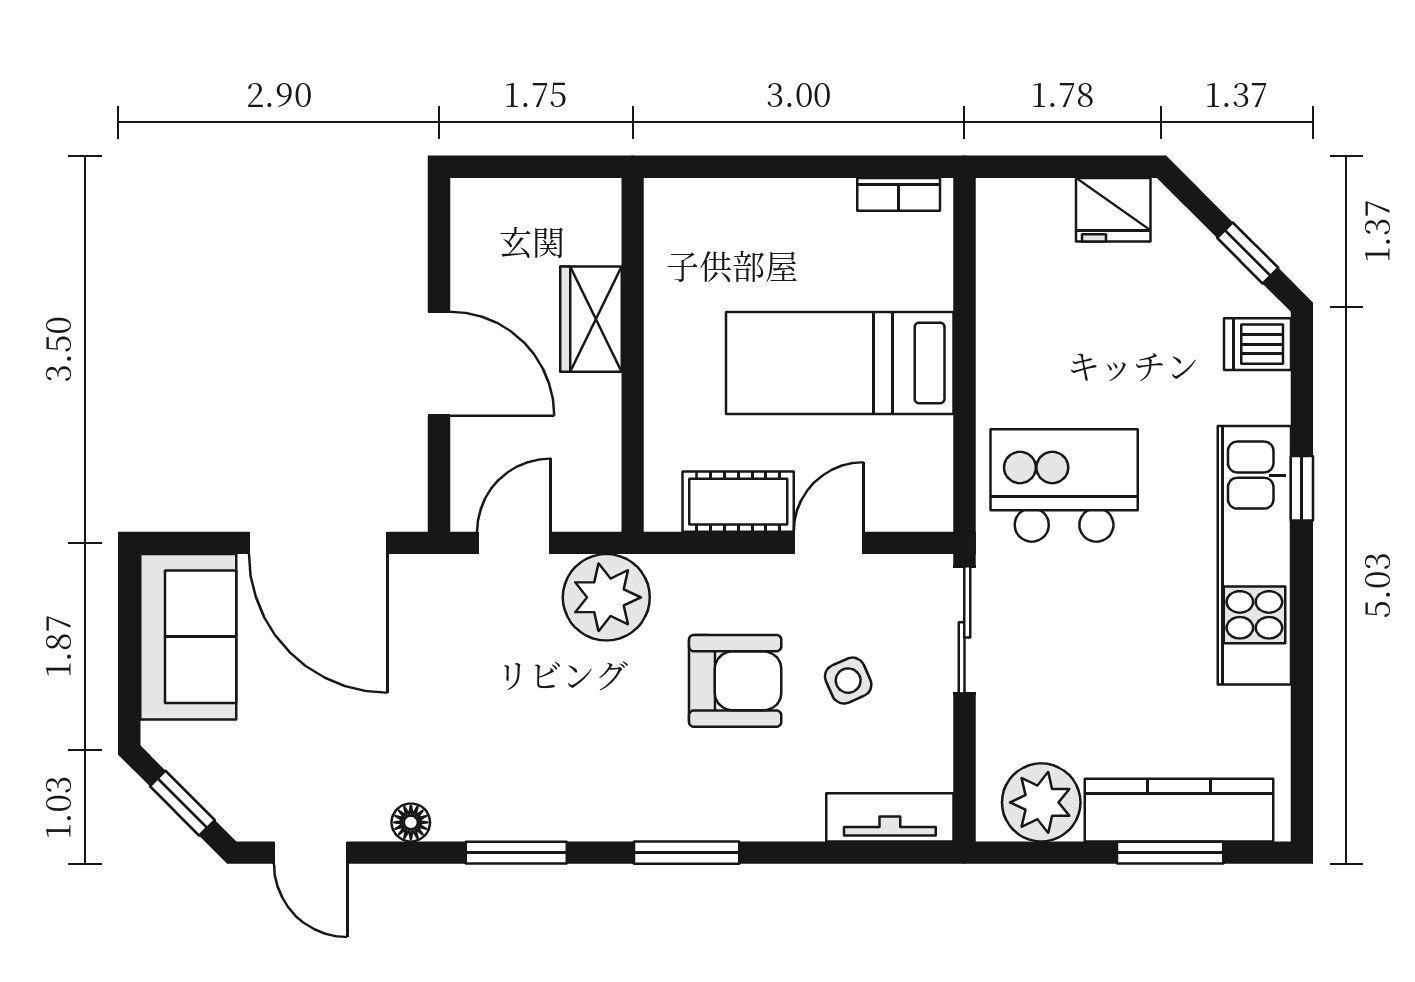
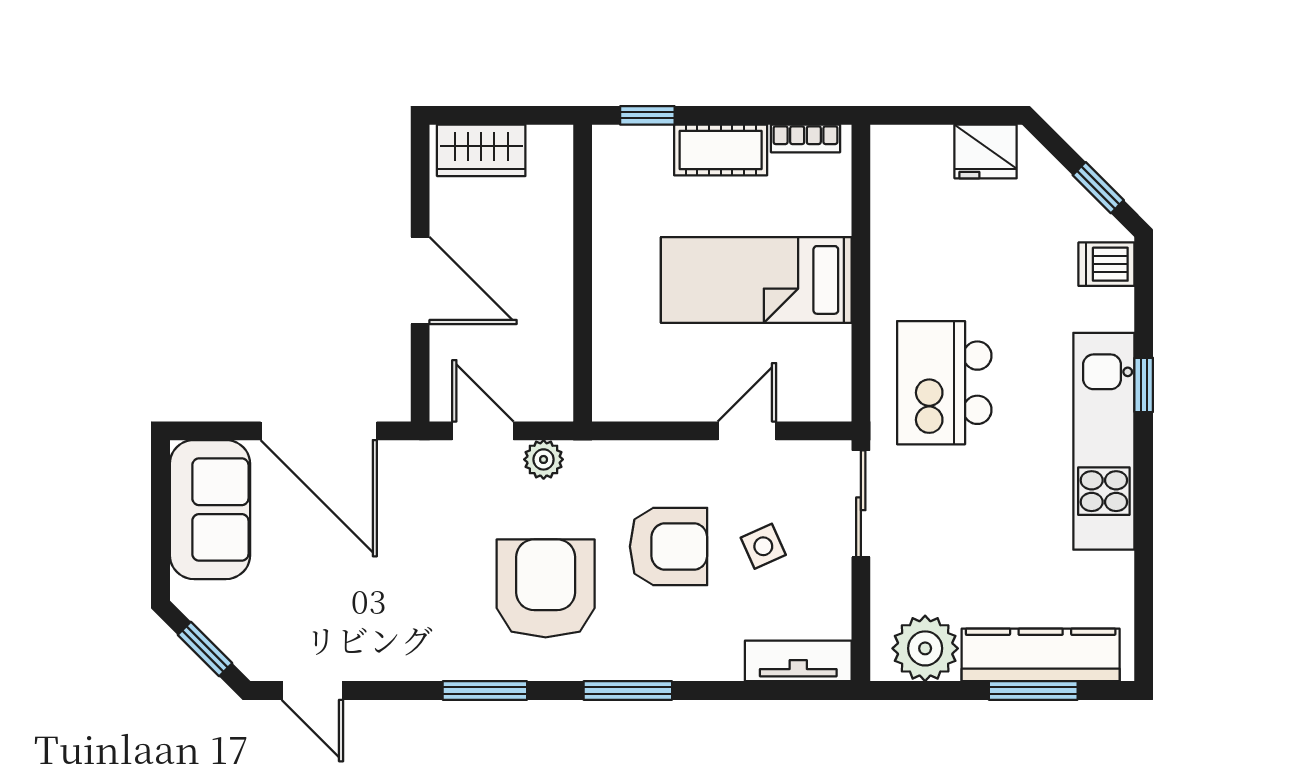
window: (710, 167) -> (647, 115), added
wardrobe: (591, 319) -> (481, 150), moved, turned -90
kitchen island: (1064, 486) -> (944, 383), turned -90
cot: (738, 502) -> (721, 150), moved
door: (514, 543) -> (483, 431), hinge flipped
plant: (606, 597) -> (544, 459), width x0.53, depth x0.53
armchair: (589, 731) -> (546, 588), added
floor lamp: (411, 822) -> (397, 665), removed

